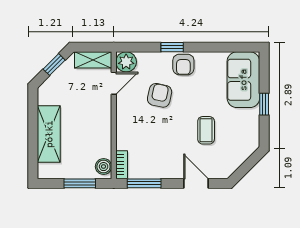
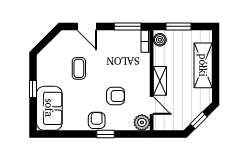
shelving: (93, 60) -> (160, 81), moved, turned 90
door: (114, 83) -> (152, 106), swing flipped
armchair: (160, 95) -> (116, 96), turned -102

